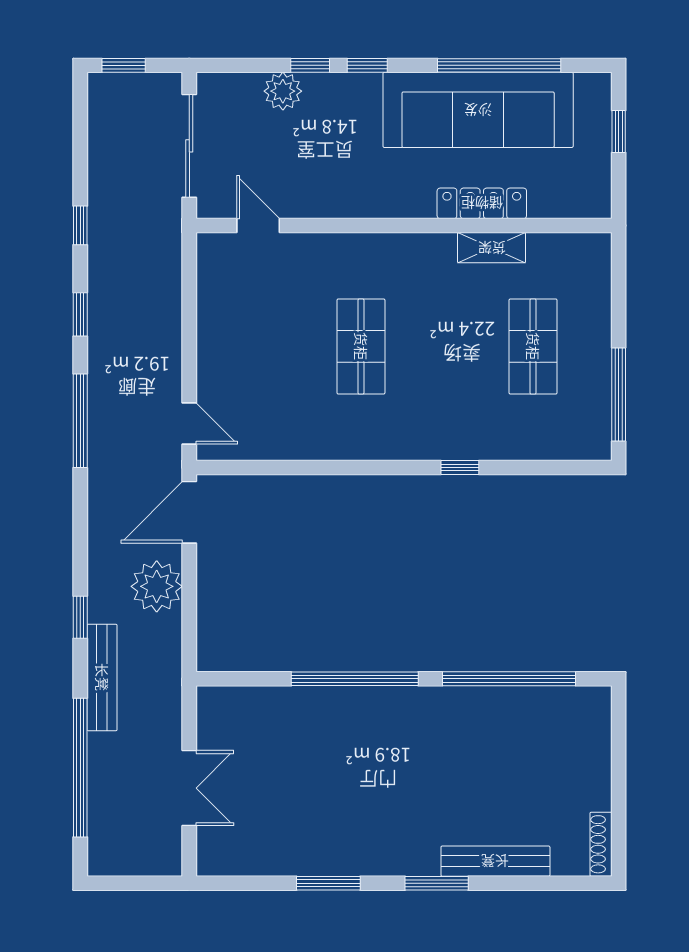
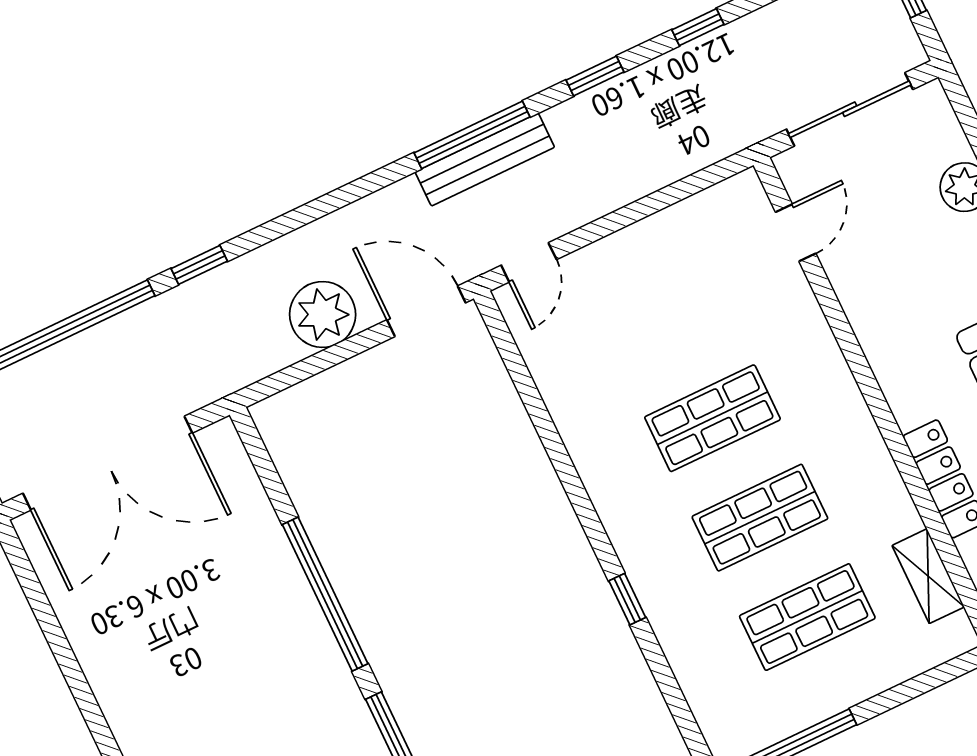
shelving: (492, 248) -> (928, 576), moved
shop shelf: (447, 346) -> (760, 518), added
window: (80, 617) -> (199, 265), moved
bench: (102, 677) -> (485, 160), moved
double door: (189, 788) -> (108, 463), width x1.87
window: (328, 883) -> (74, 676), removed

